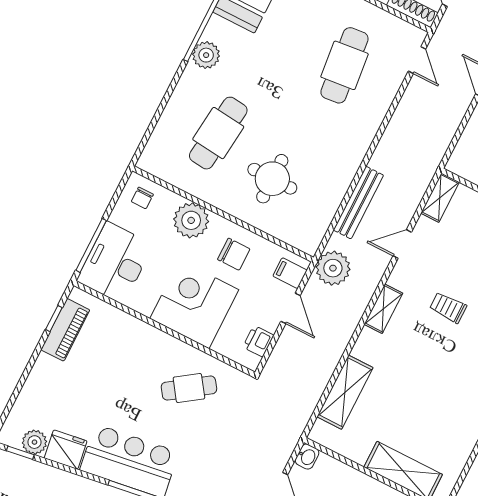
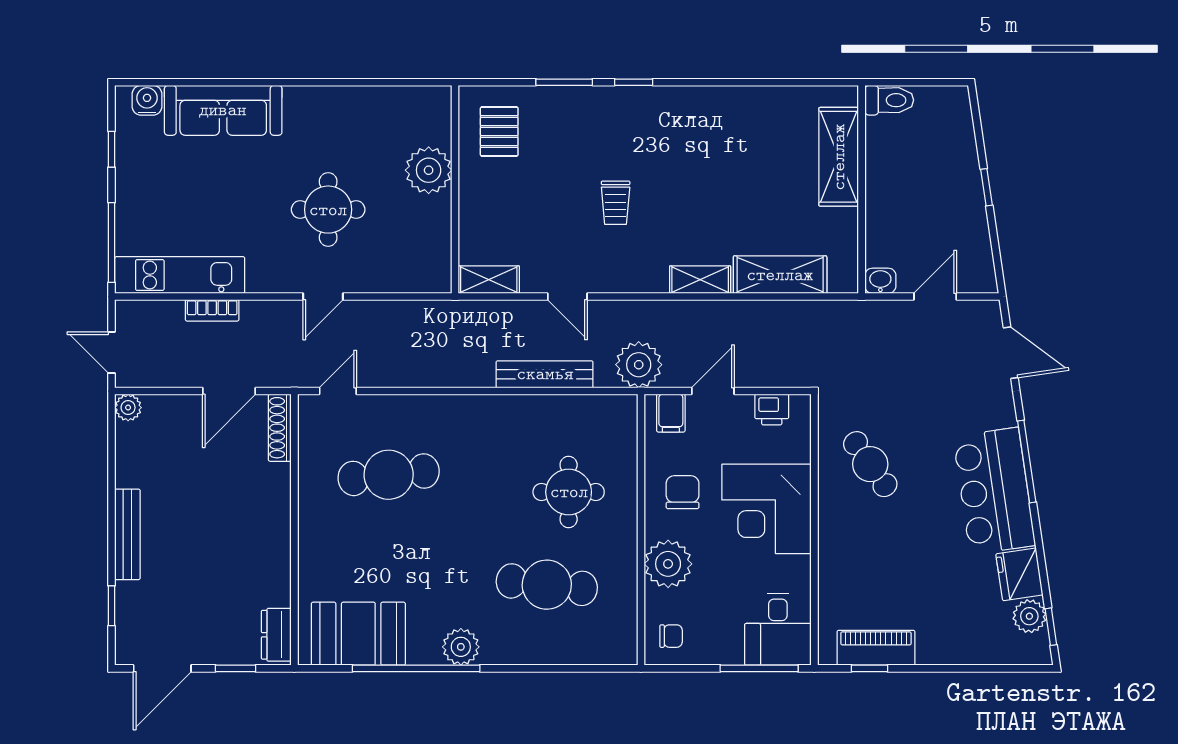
desk: (115, 263) -> (778, 629), width x0.73
shelving: (383, 309) -> (700, 280), moved

